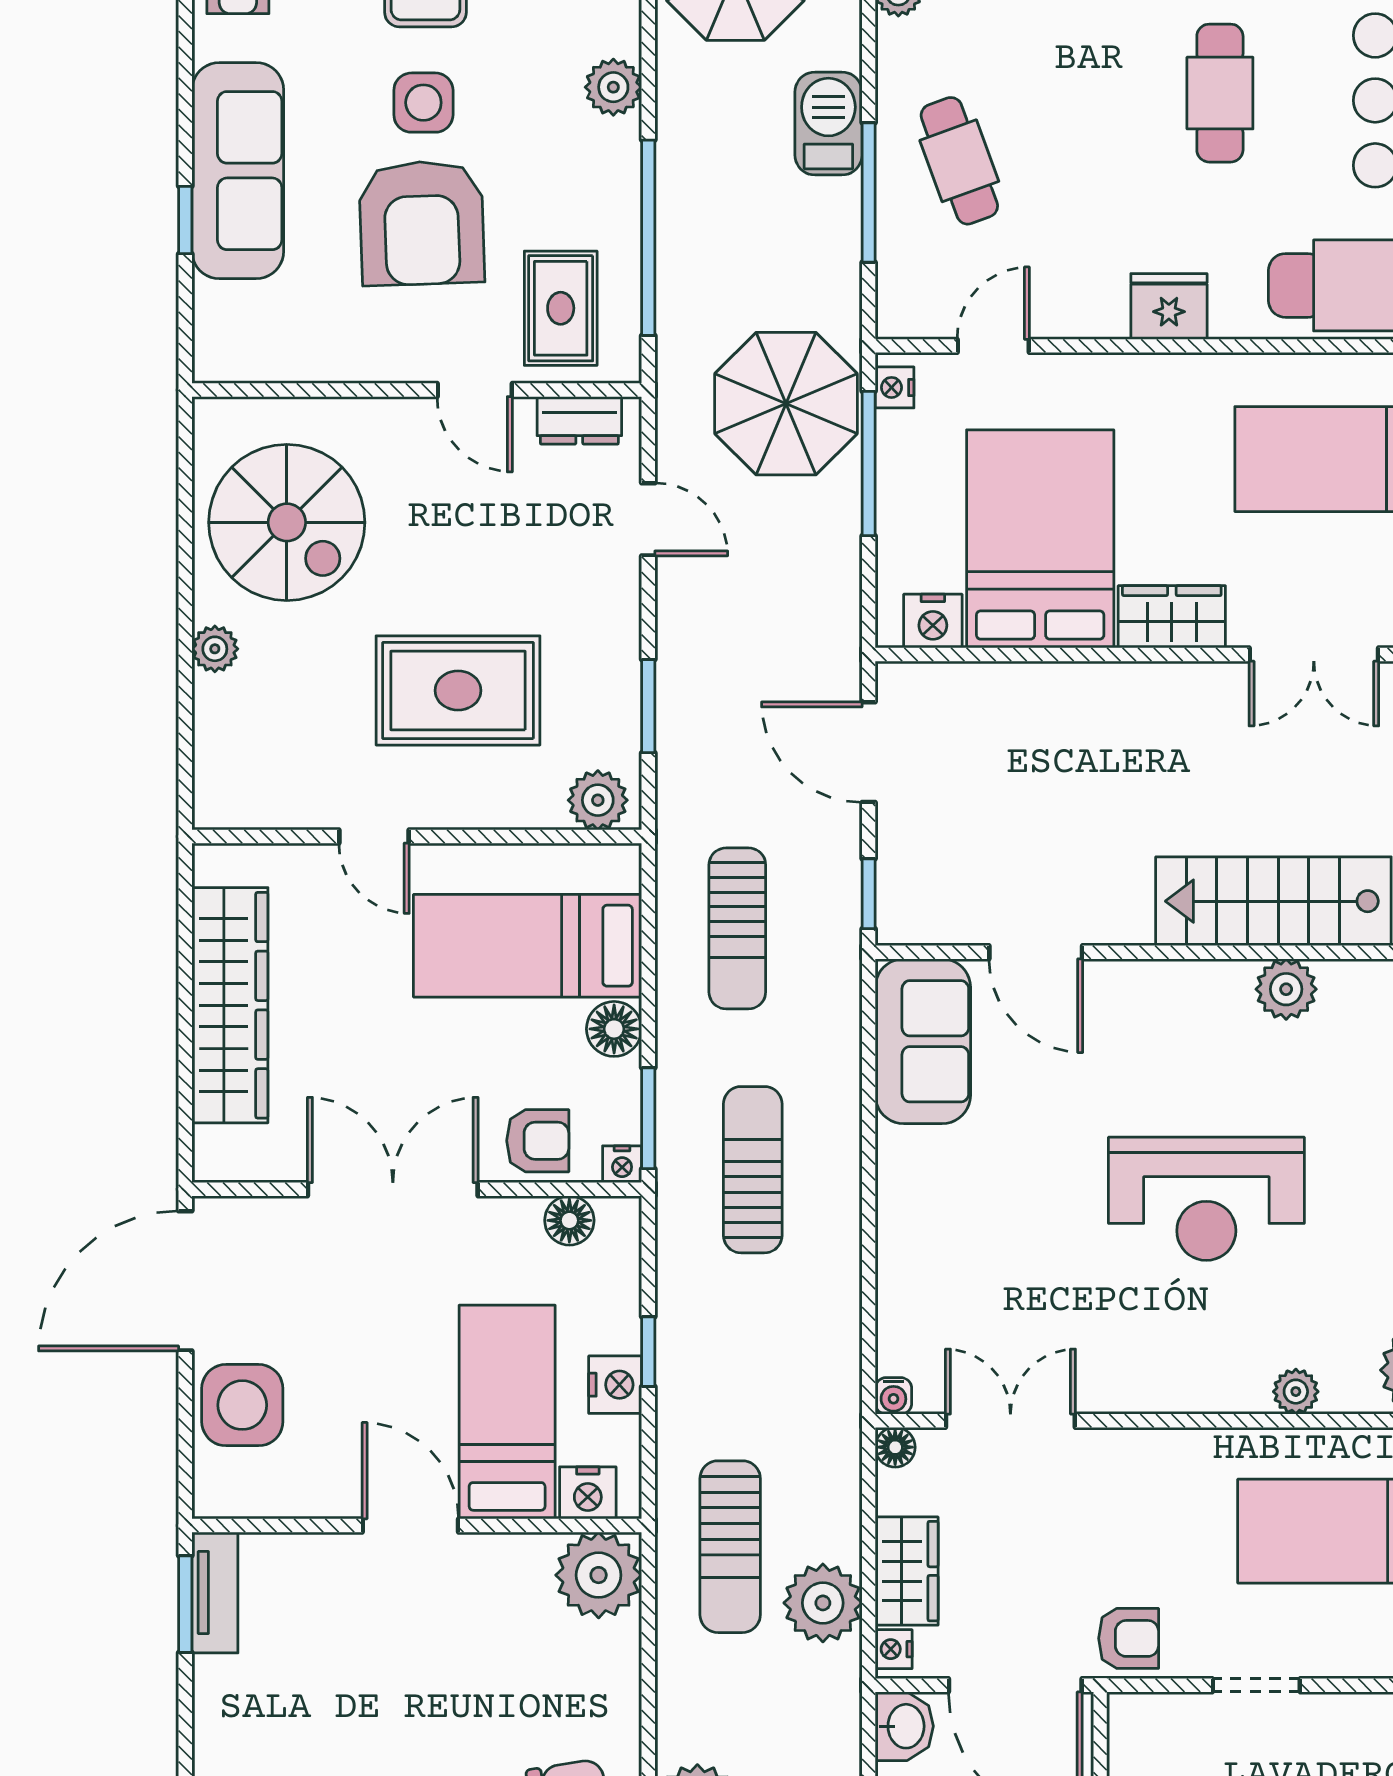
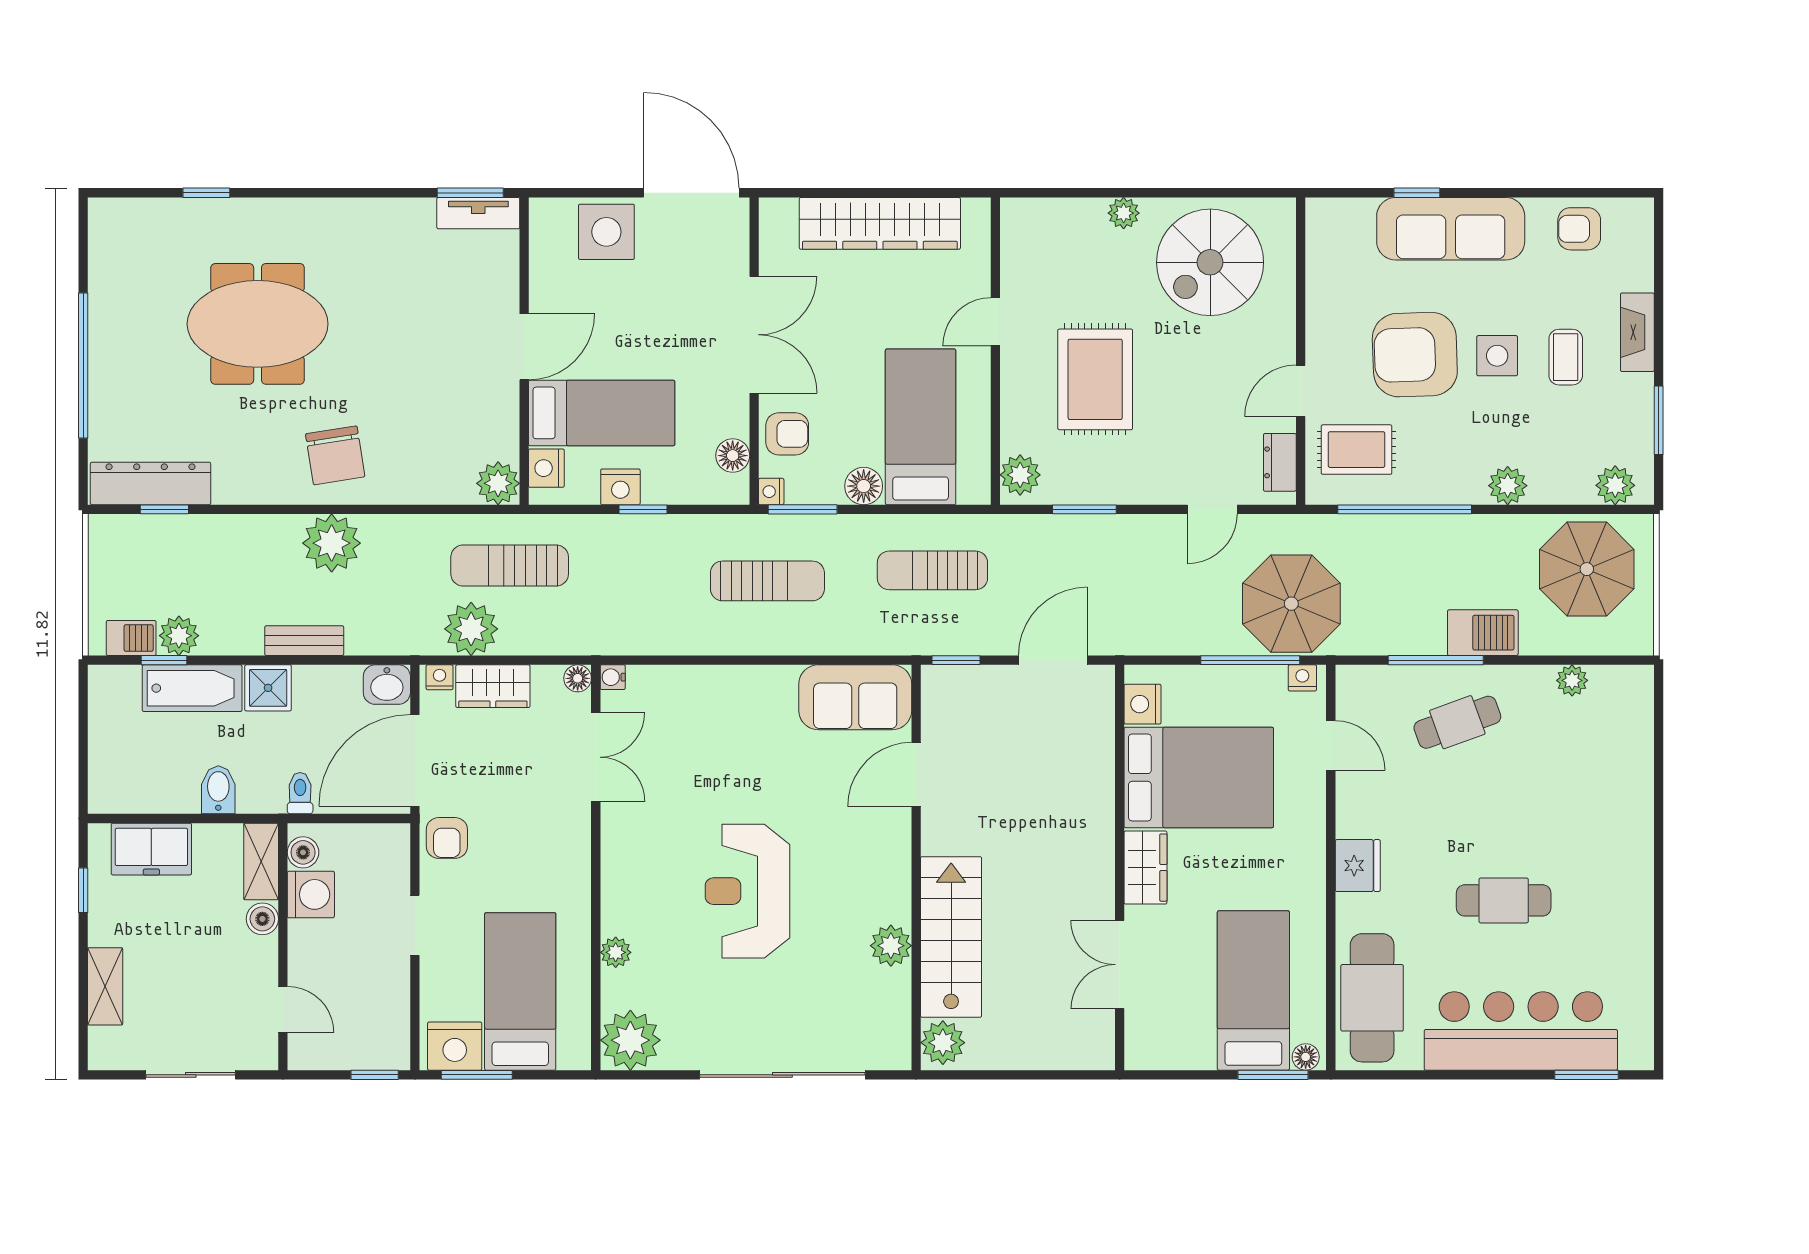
armchair: (538, 1141) -> (787, 434), turned -90
plant: (599, 1575) -> (498, 483), width x0.73, depth x0.73

